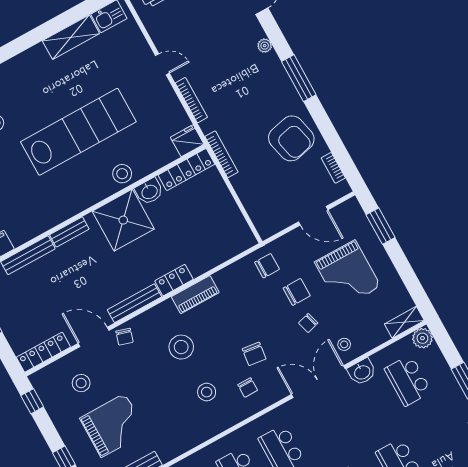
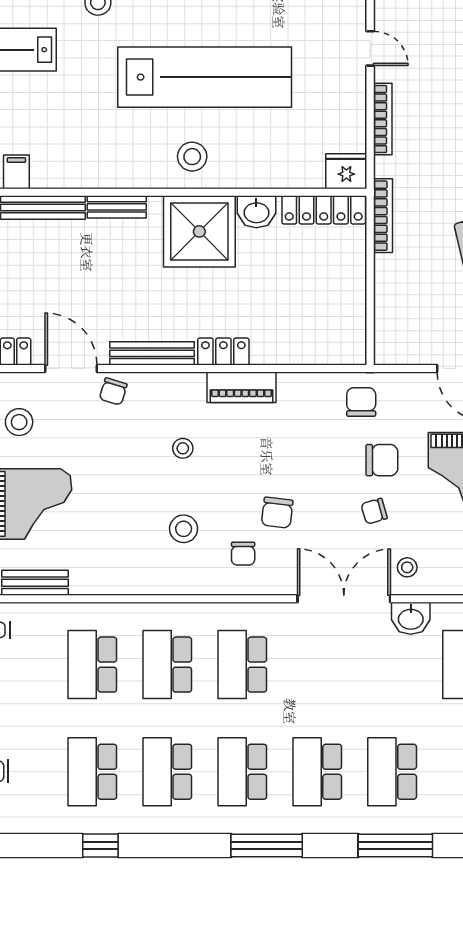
stool: (122, 174) -> (192, 157), moved
chair: (267, 266) -> (361, 402), turned -90
stool: (181, 347) -> (183, 448), width x0.53, depth x0.53

